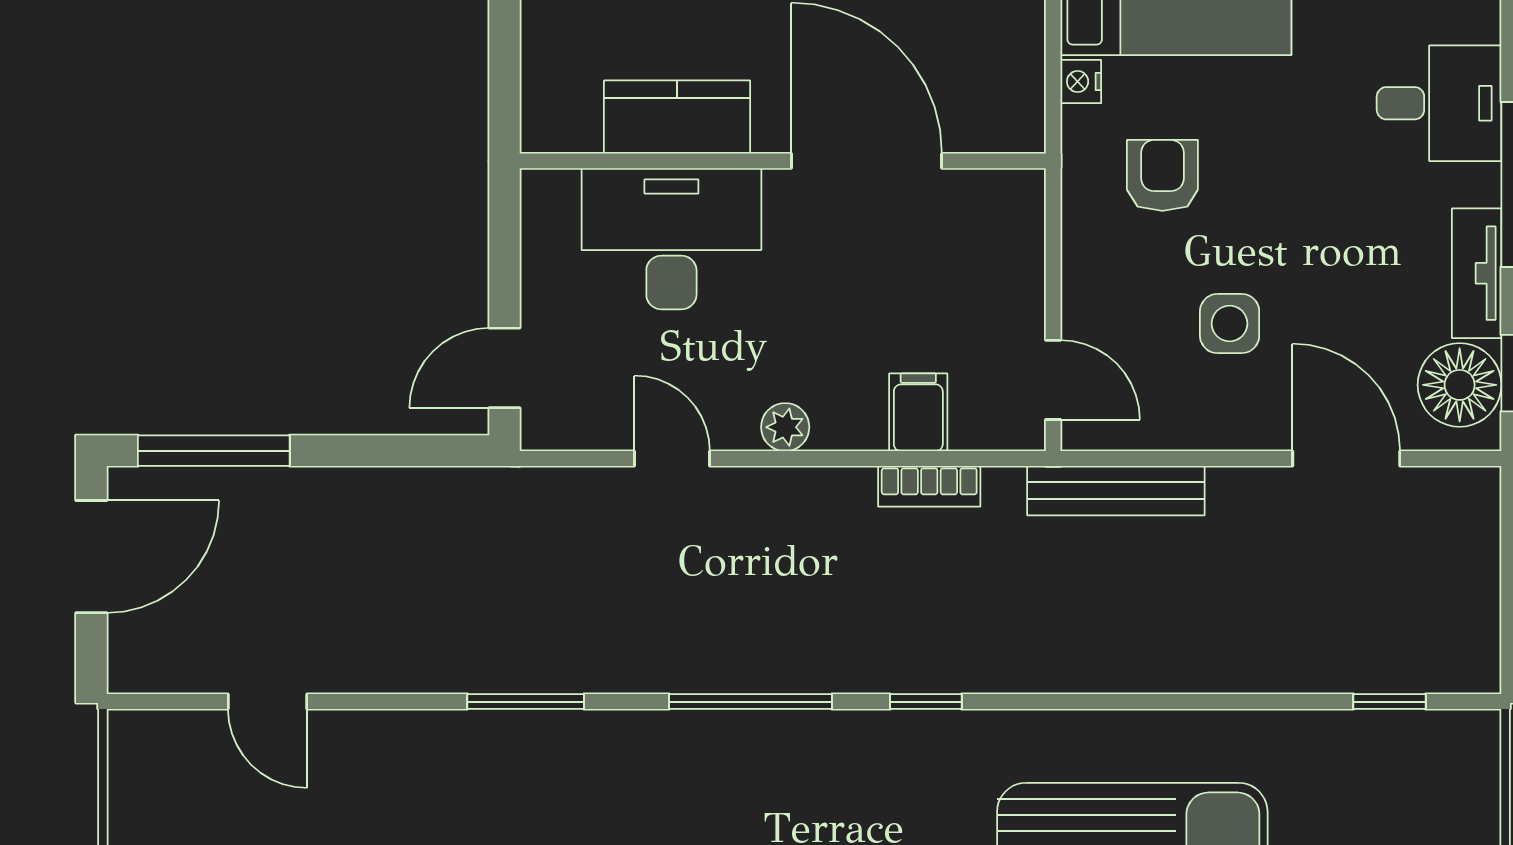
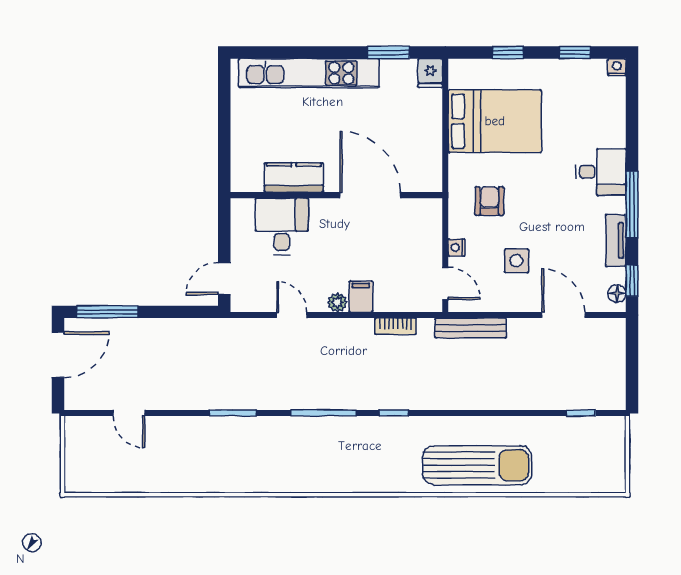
nightstand: (1081, 82) -> (456, 247), moved
desk: (671, 239) -> (282, 227), width x0.73
floor lamp: (1460, 385) -> (617, 293), width x0.53, depth x0.53
filing cabinet: (918, 412) -> (361, 296), moved

